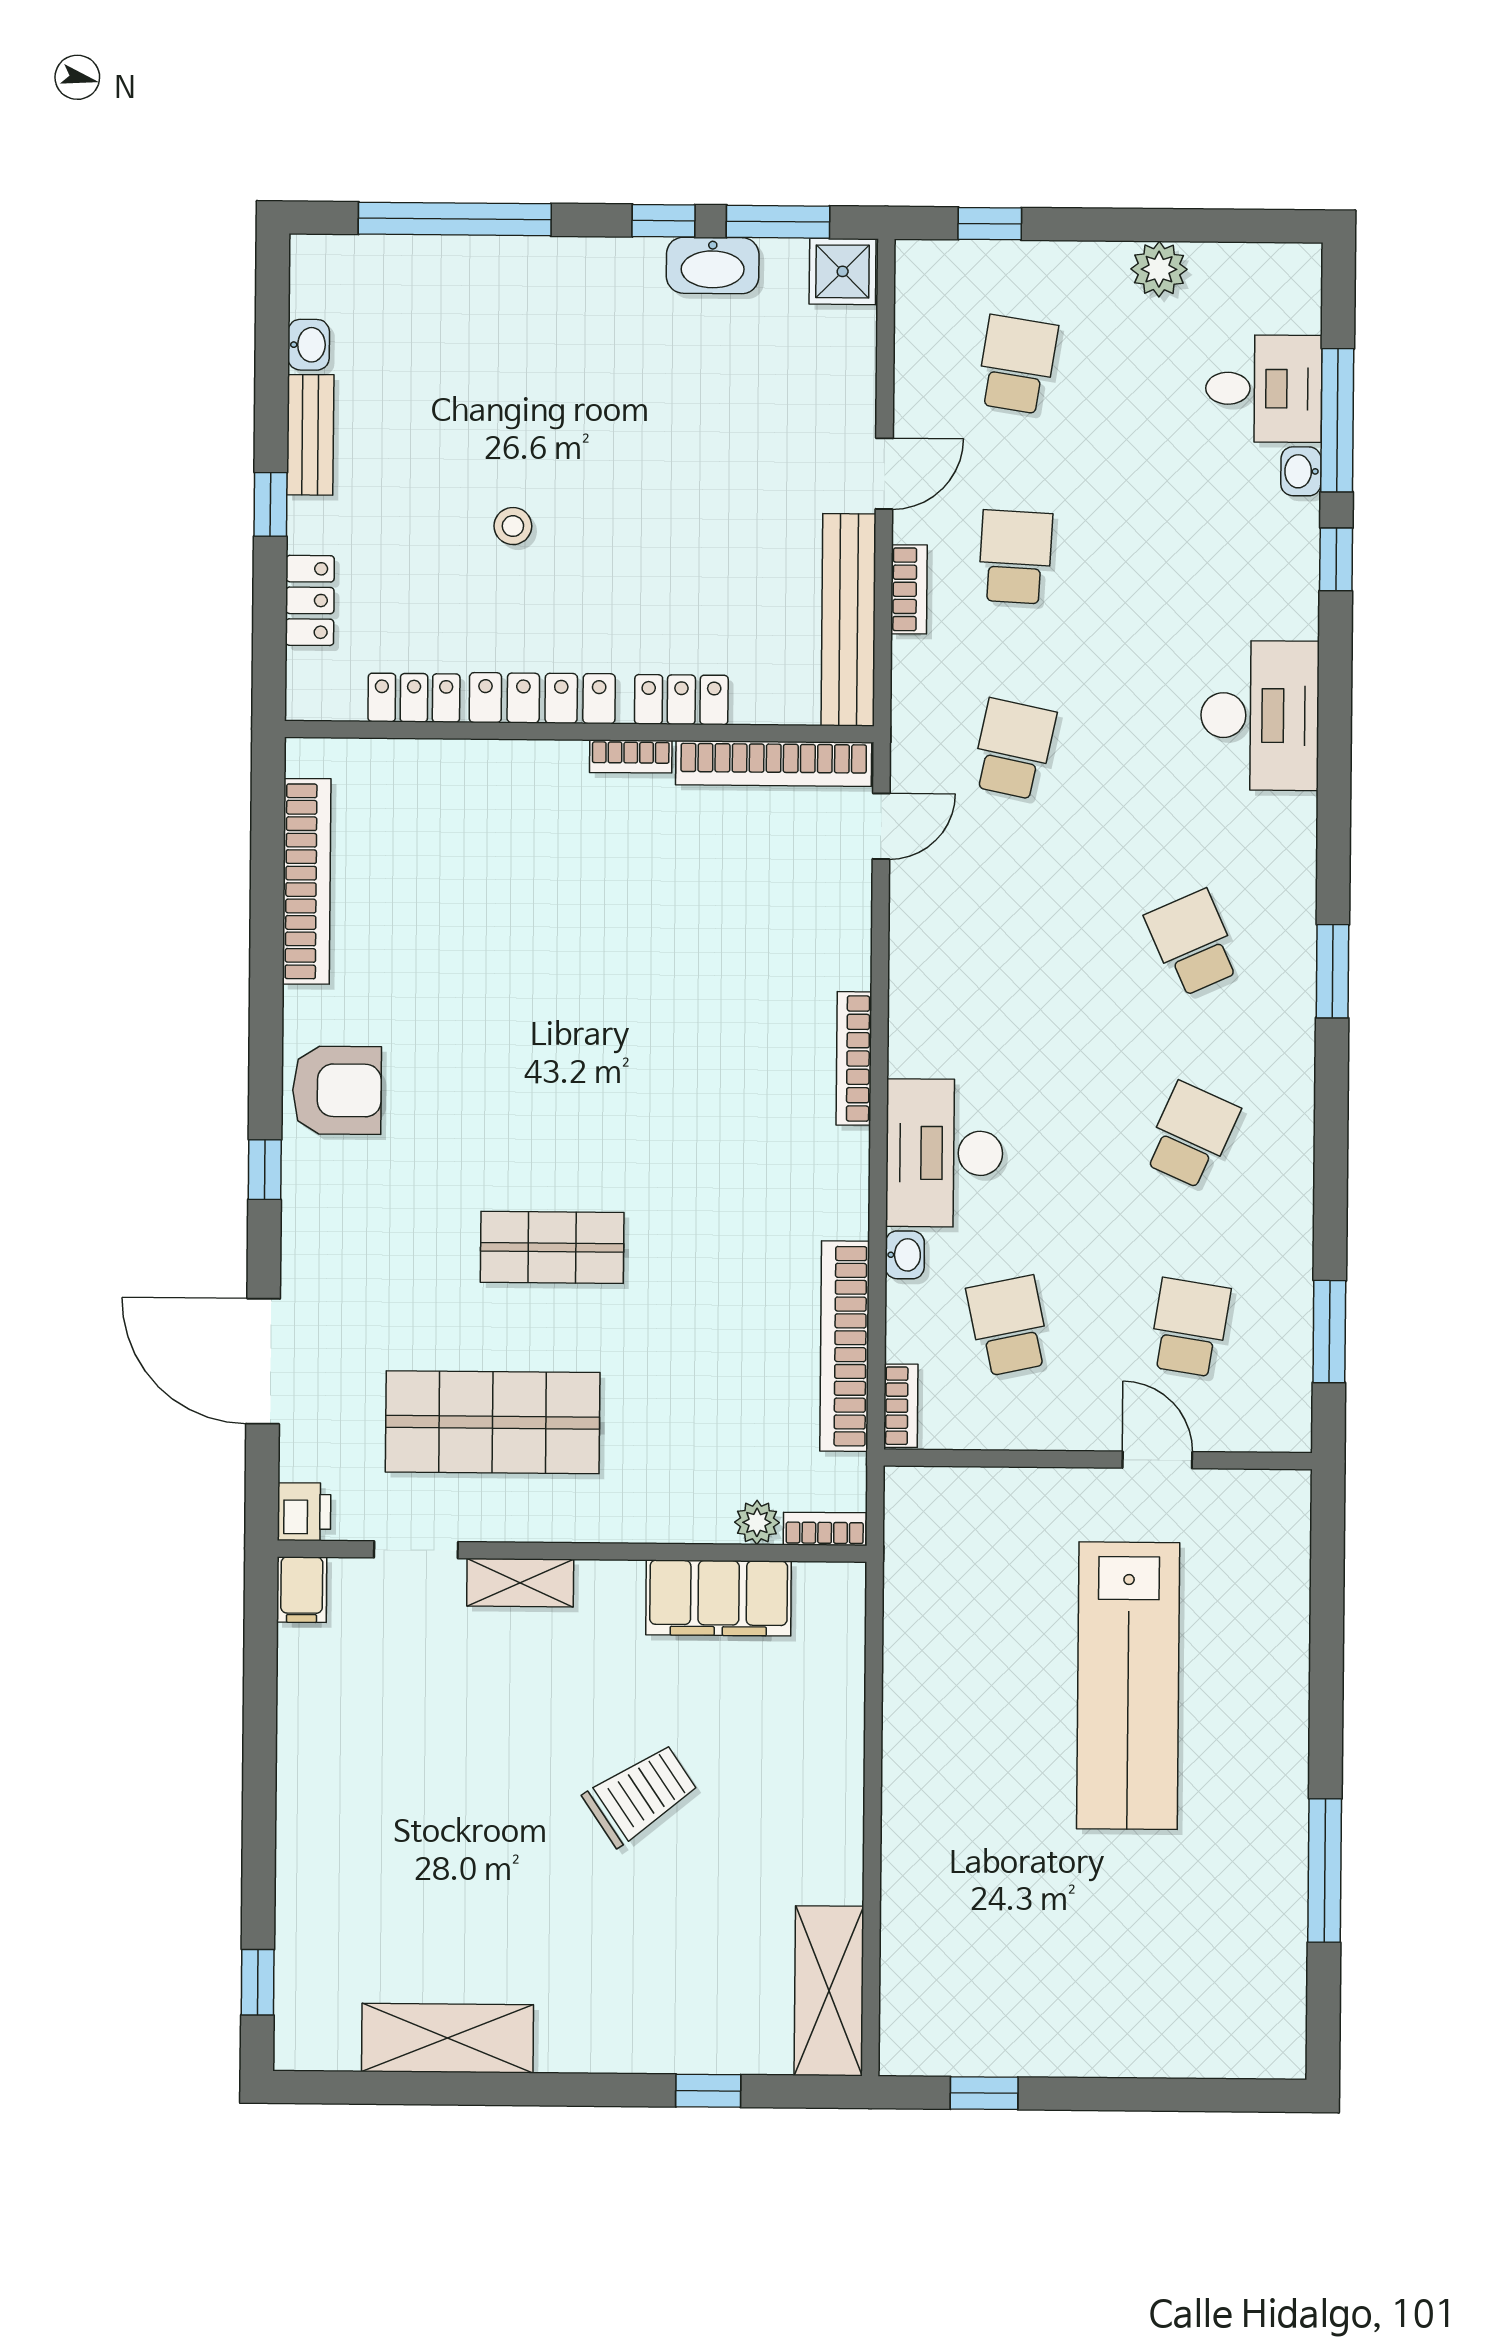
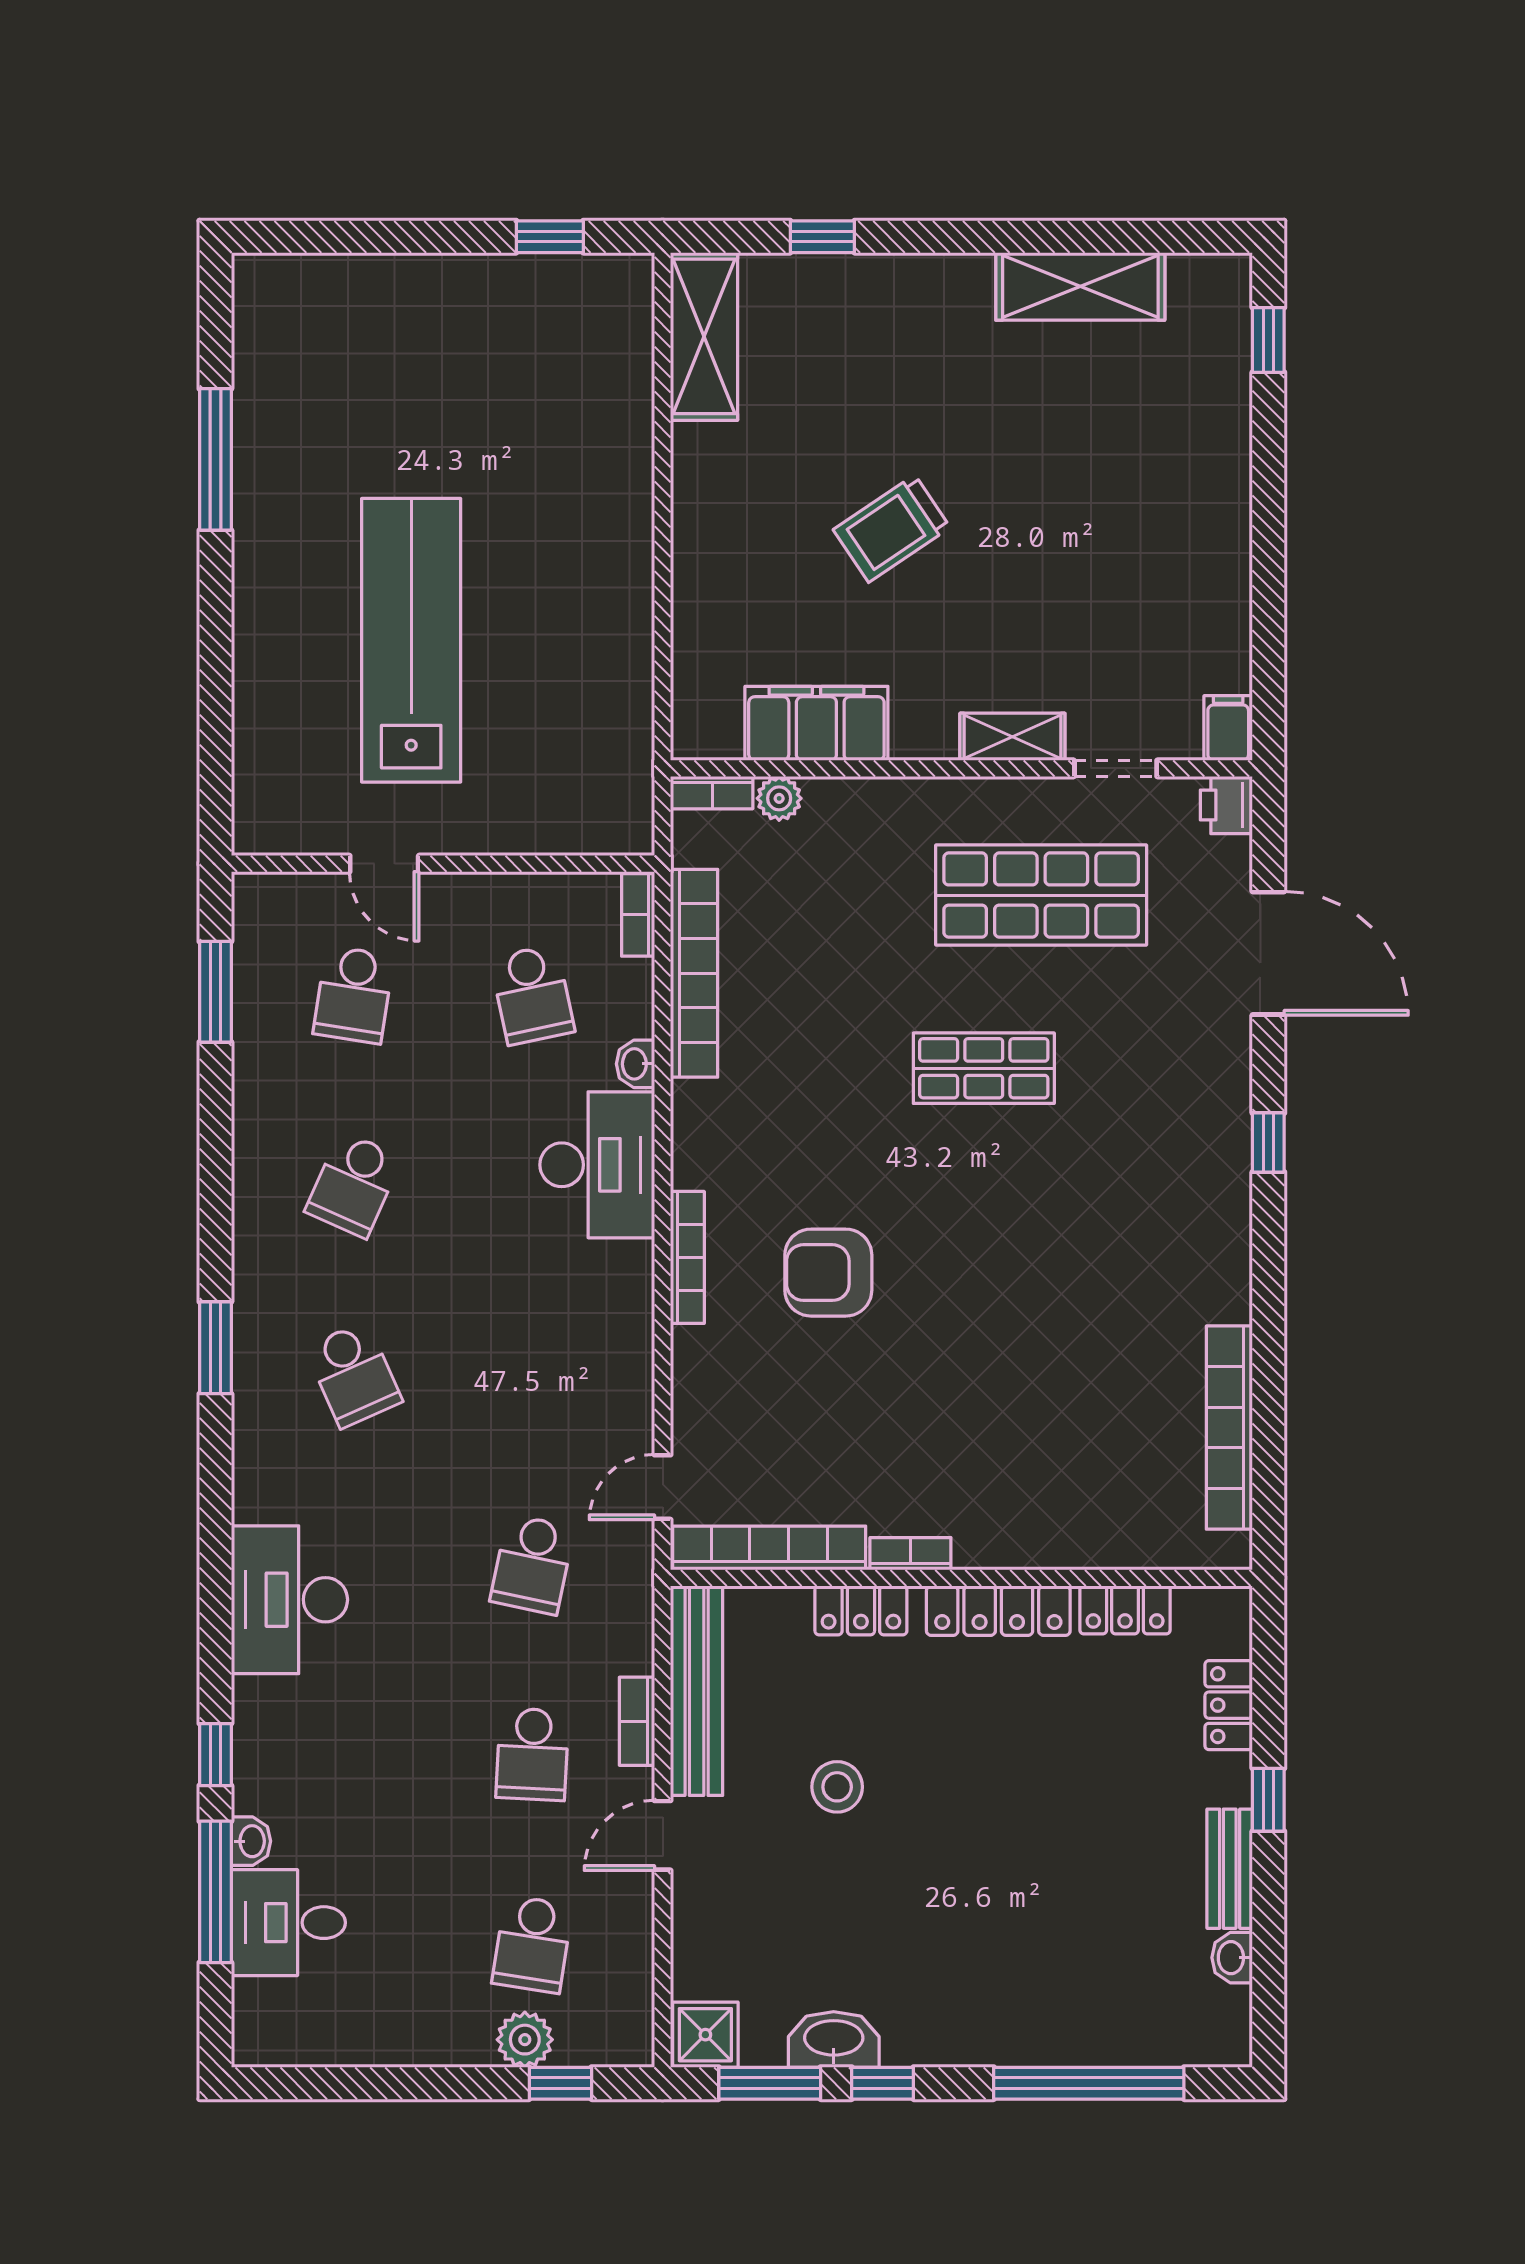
plant: (1159, 269) -> (525, 2040), moved
stool: (513, 526) -> (837, 1787), moved, width x1.37, depth x1.37
armchair: (337, 1090) -> (828, 1273), moved

